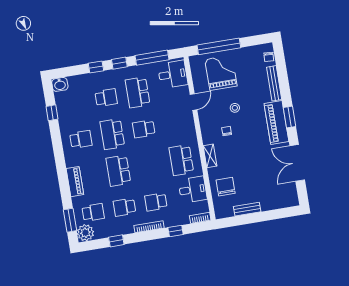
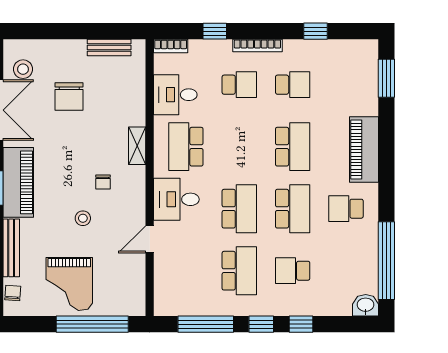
grand piano: (221, 73) -> (69, 284), moved
desk: (173, 74) -> (176, 199), moved
window: (52, 113) -> (386, 261), width x3.17
school desk: (144, 129) -> (239, 209), width x1.85
school desk: (181, 160) -> (186, 147), turned 180
piano: (75, 182) -> (364, 150), width x1.37, depth x1.33
chair: (226, 187) -> (69, 97), moved
stool: (285, 190) -> (23, 69), added
bench: (247, 209) -> (109, 48), moved
school desk: (93, 212) -> (346, 85), removed
plant: (85, 233) -> (364, 53), removed

